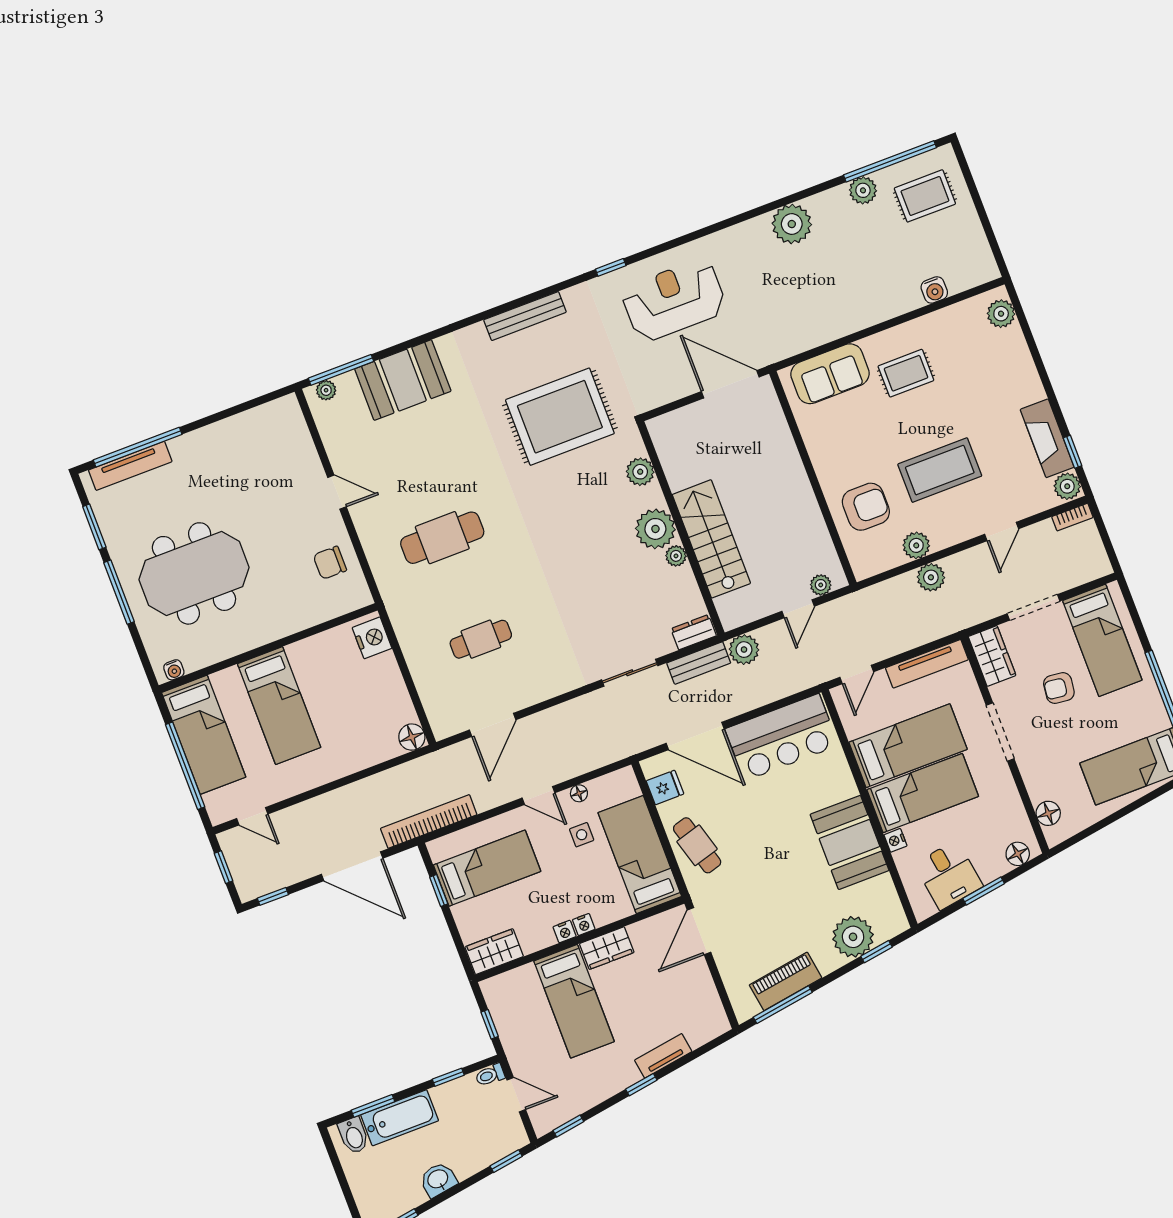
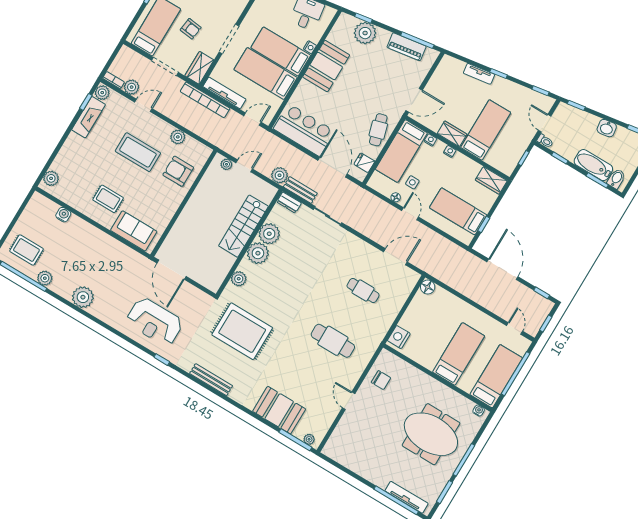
plant: (676, 556) -> (269, 234), width x1.87, depth x1.87
plant: (931, 577) -> (132, 87), moved
bookcase: (429, 821) -> (205, 100), moved
nightstand: (565, 932) -> (430, 140), moved

